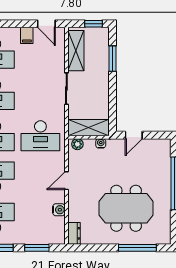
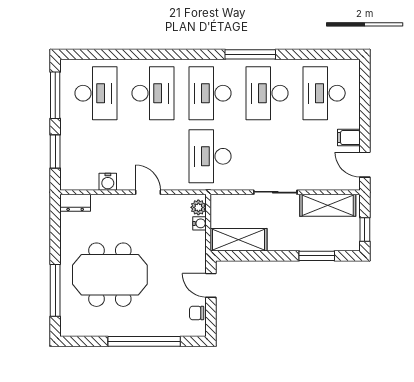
door: (46, 24) -> (365, 165), hinge flipped
shelving: (88, 128) -> (238, 240), moved, turned 90
water cooler: (101, 143) -> (200, 223), moved
chair: (154, 145) -> (197, 313), added
meeting table: (126, 208) -> (110, 275), turned 90

